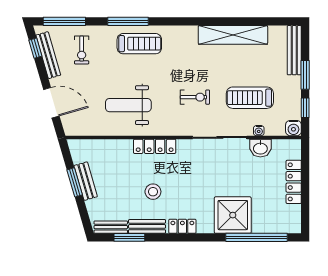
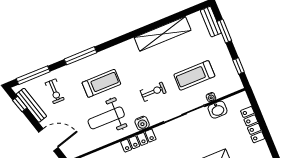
treadmill: (139, 44) -> (101, 83), moved
bench: (294, 50) -> (211, 22), width x0.73
window: (305, 75) -> (224, 31), moved
water cooler: (293, 128) -> (142, 123), moved

